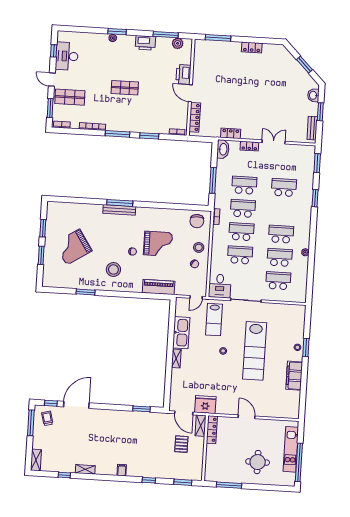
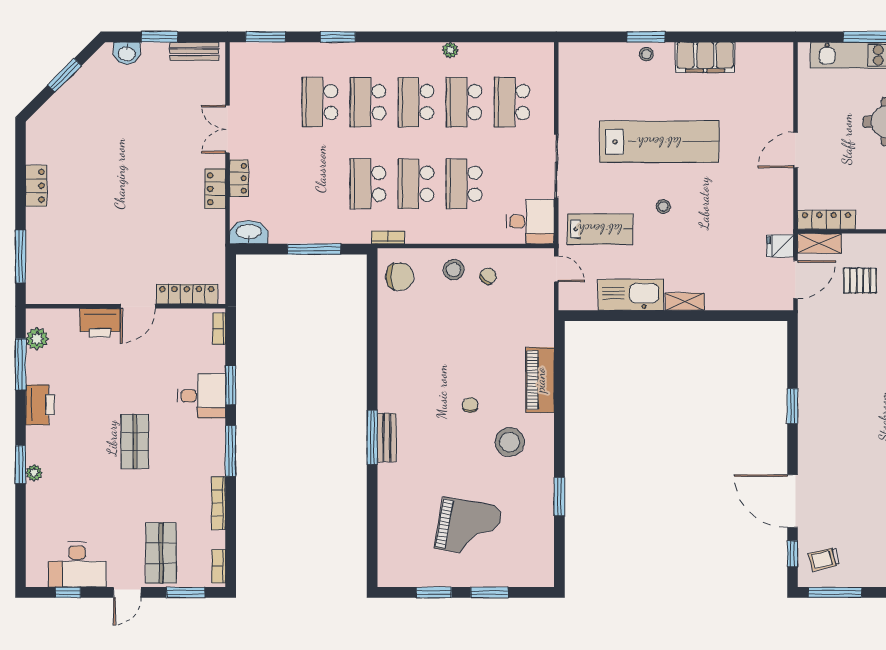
desk: (145, 121) -> (202, 396), added
locker: (231, 133) -> (215, 189), moved
school desk: (244, 185) -> (368, 102), moved
bench: (119, 210) -> (387, 437), width x0.73
grand piano: (158, 244) -> (451, 354), removed
grand piano: (73, 247) -> (468, 528), turned -47
piano: (159, 287) -> (540, 380), moved
fridge: (205, 405) -> (780, 246), width x0.53, depth x0.75
window: (141, 409) -> (792, 406), moved

